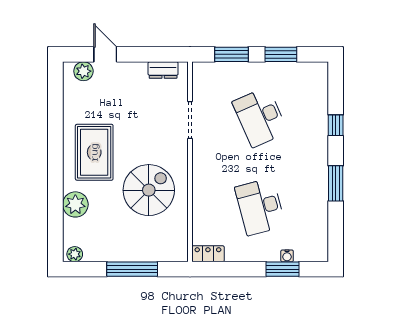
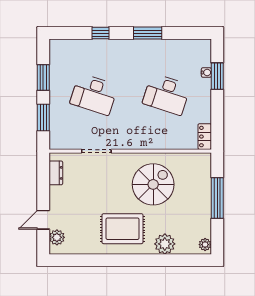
desk: (260, 117) -> (94, 94), turned 42
spiral stairs: (149, 190) -> (153, 184), turned 90
desk: (260, 207) -> (166, 94), turned 33

